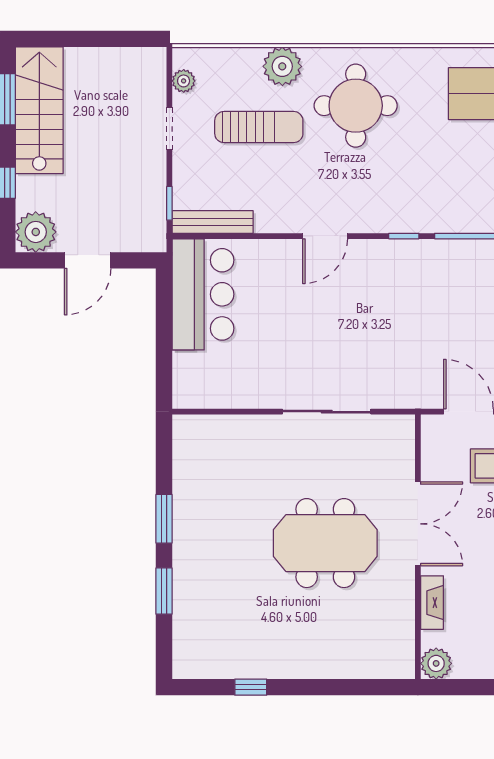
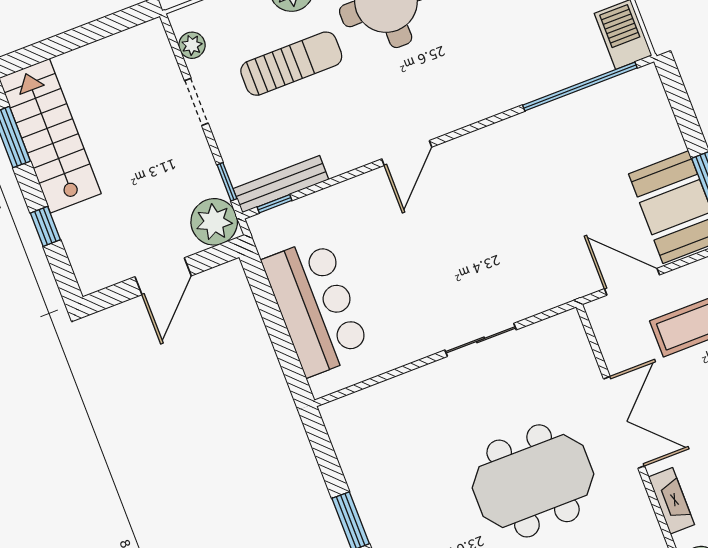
plant: (36, 232) -> (214, 222), moved
window: (404, 236) -> (274, 204), moved
bar counter: (203, 294) -> (316, 307), moved
sliding door: (327, 412) -> (481, 340), width x0.73

